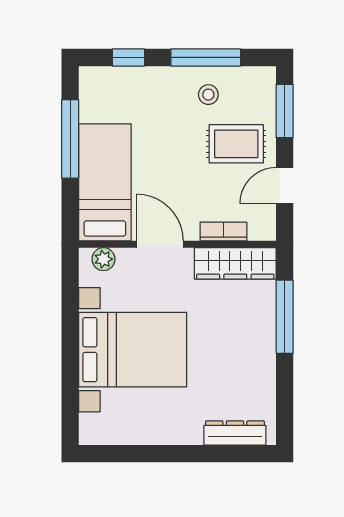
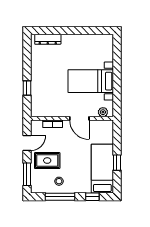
window: (70, 139) -> (117, 163), width x0.46
bed: (105, 182) -> (102, 169), moved, turned 180
wardrobe: (235, 263) -> (48, 110), removed
window: (285, 317) -> (27, 88), width x0.46
bed with nightstands: (133, 350) -> (91, 81), width x0.73

